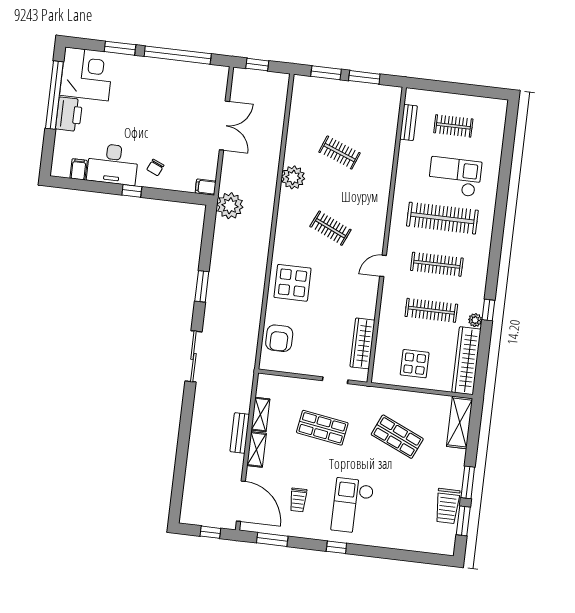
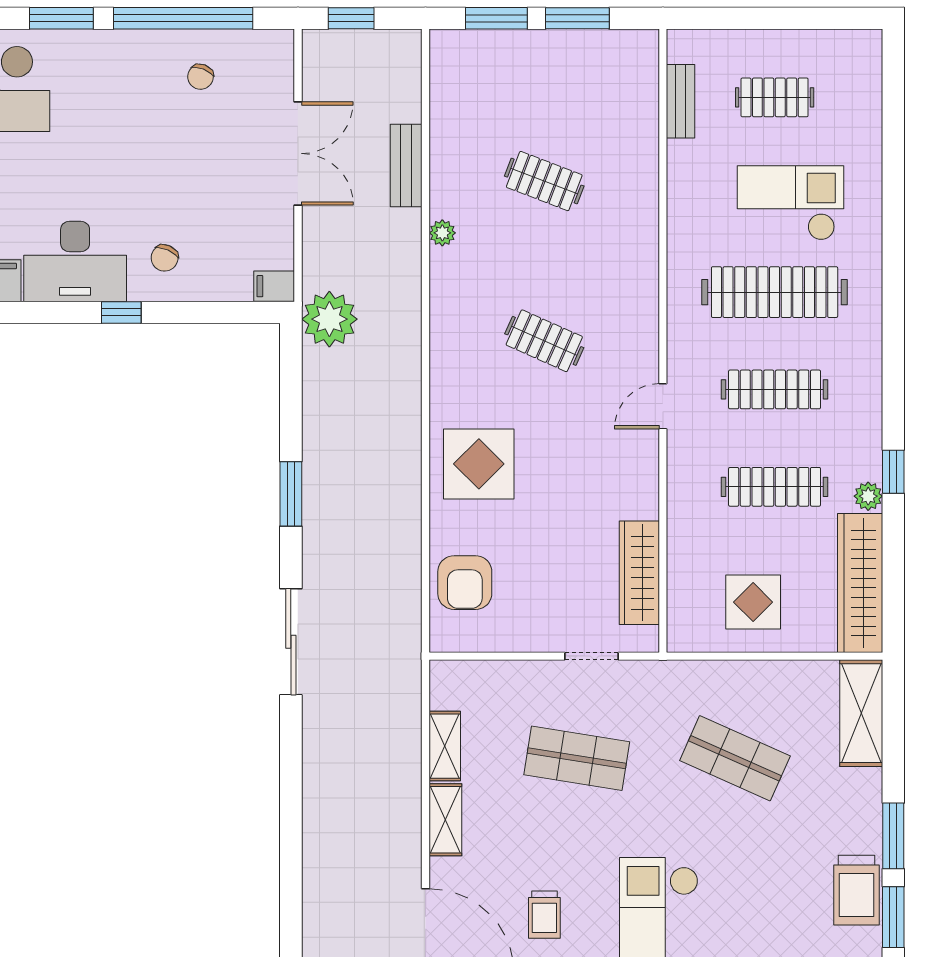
chair: (183, 84) -> (201, 77), added
plant: (293, 177) -> (442, 233), width x0.53, depth x0.53
bench: (240, 433) -> (406, 165), moved

